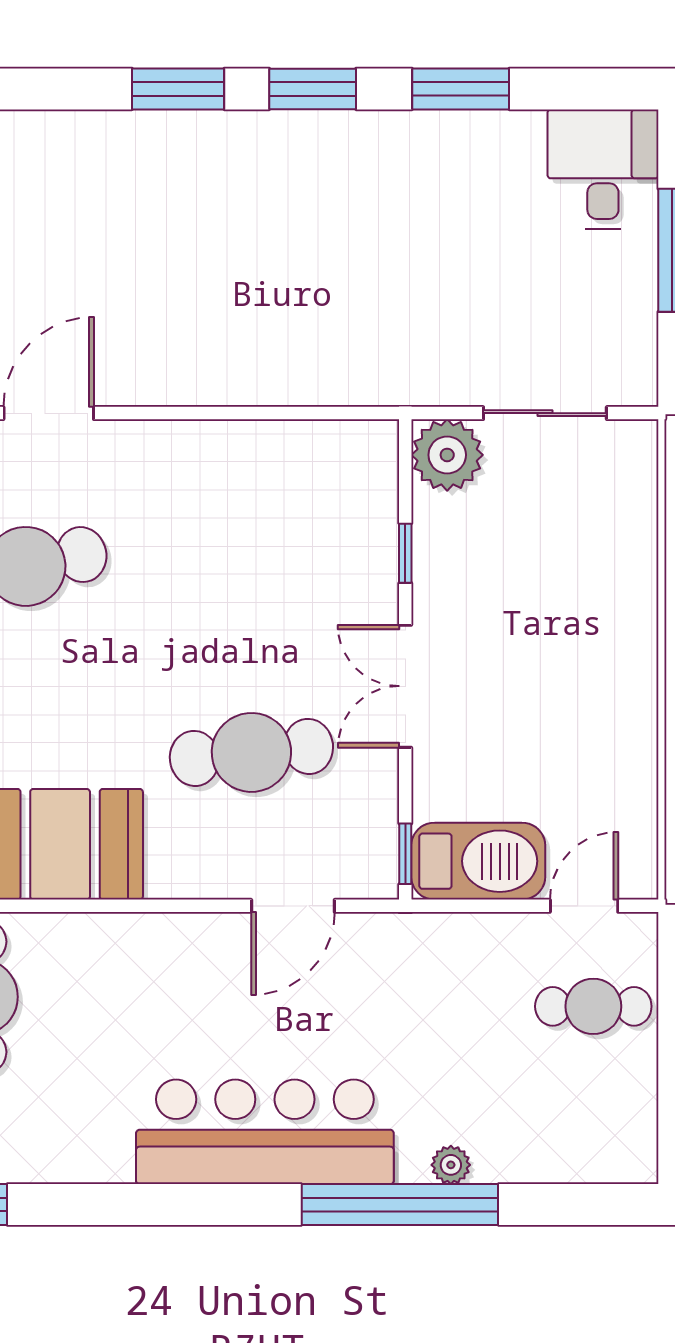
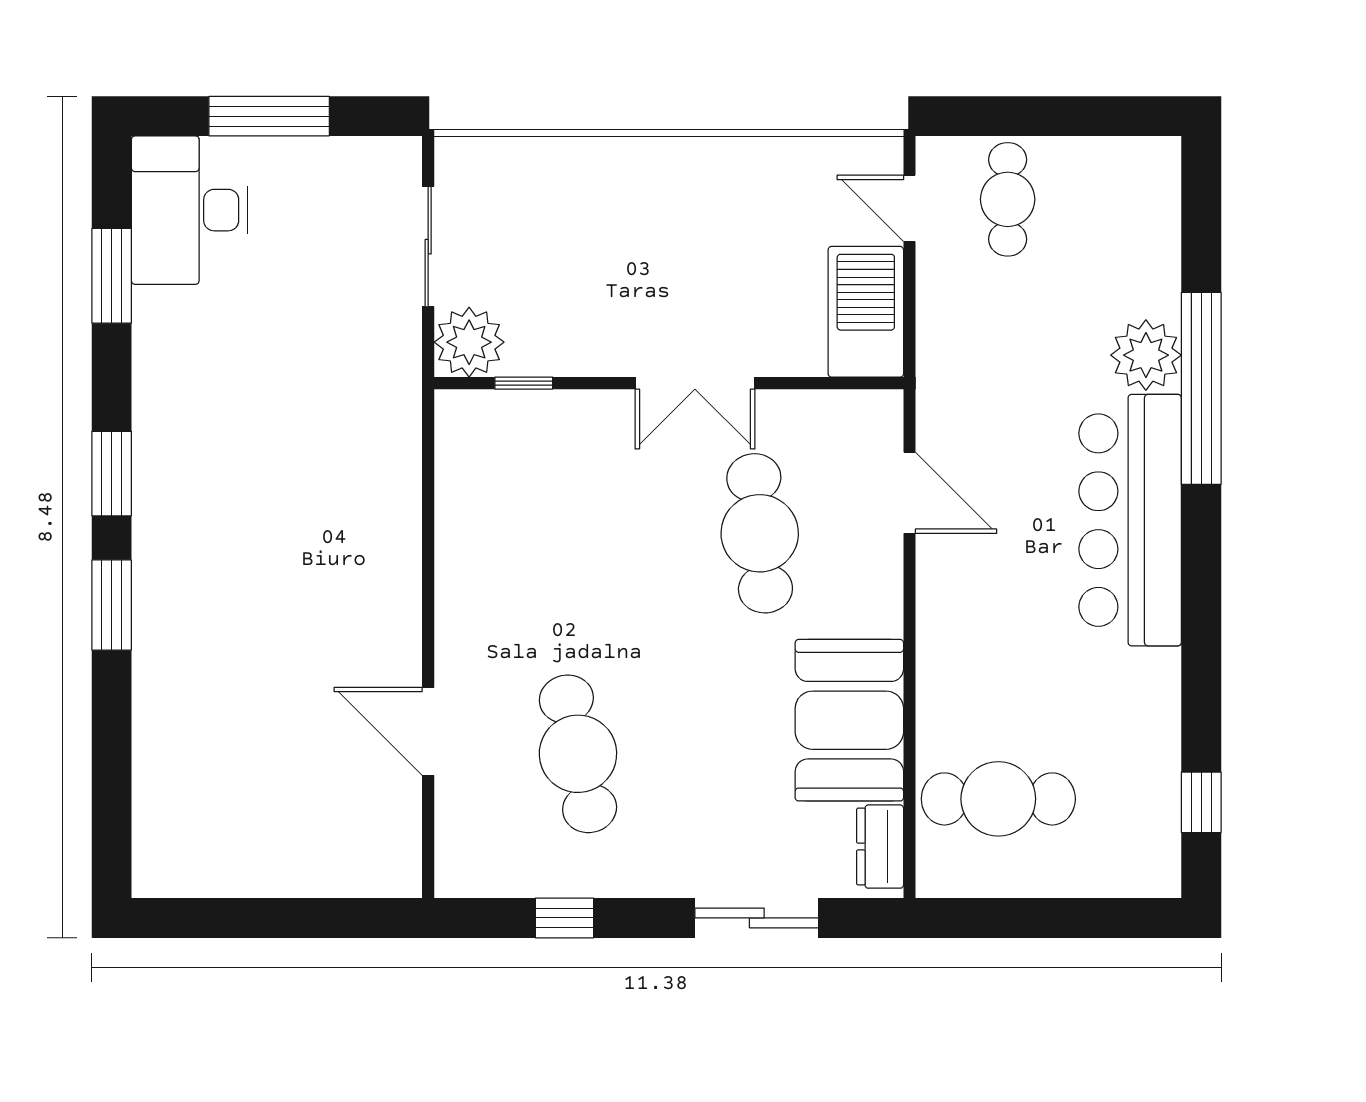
window: (461, 89) -> (112, 276), moved
desk: (603, 169) -> (190, 210), width x1.37
window: (405, 553) -> (524, 383), moved
window: (405, 854) -> (859, 383), removed
plant: (451, 1165) -> (1146, 355), width x1.87, depth x1.87

